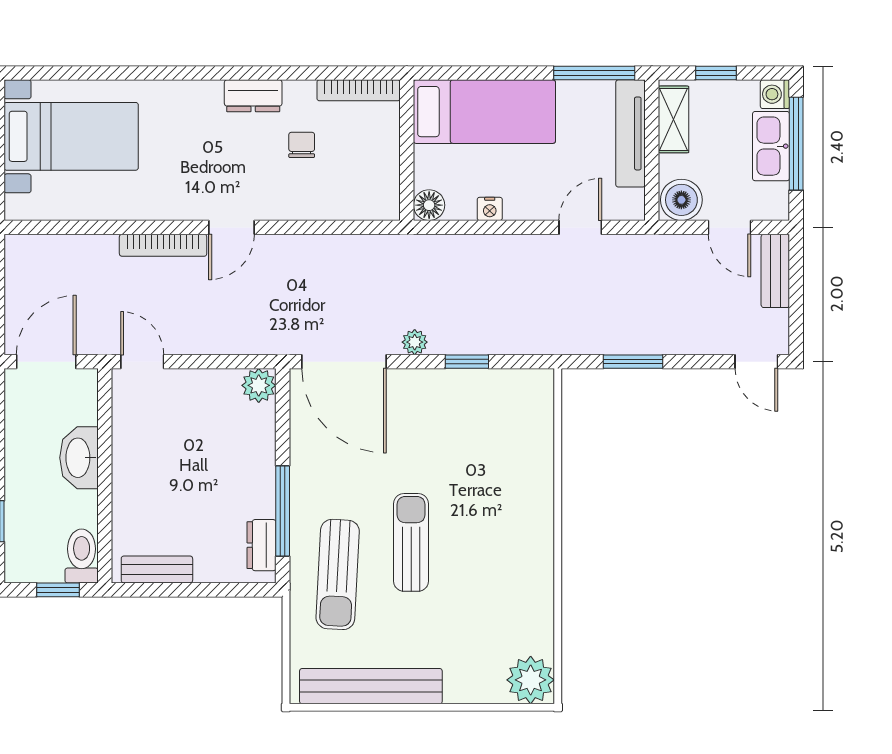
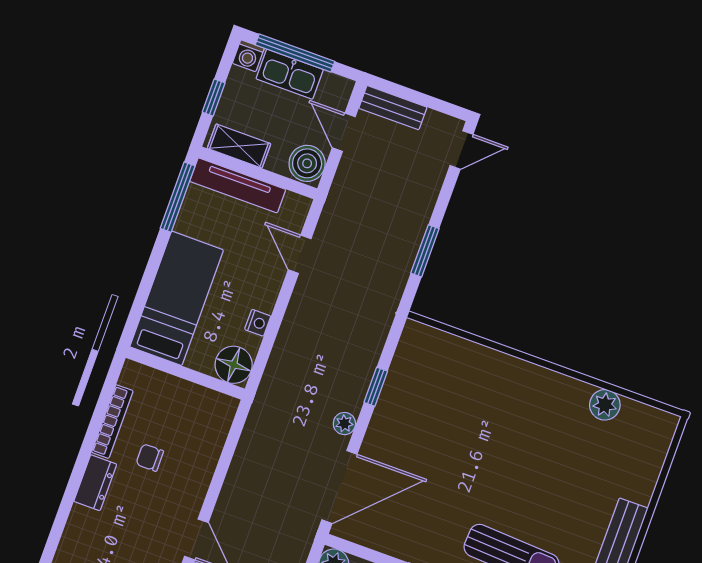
bookcase: (359, 90) -> (112, 422), moved
floor lamp: (429, 205) -> (234, 365), width x1.38, depth x1.38
door: (729, 227) -> (344, 132), swing flipped
sun lounger: (411, 542) -> (507, 486), removed
plant: (531, 680) -> (605, 405), moved, width x0.73, depth x0.73

